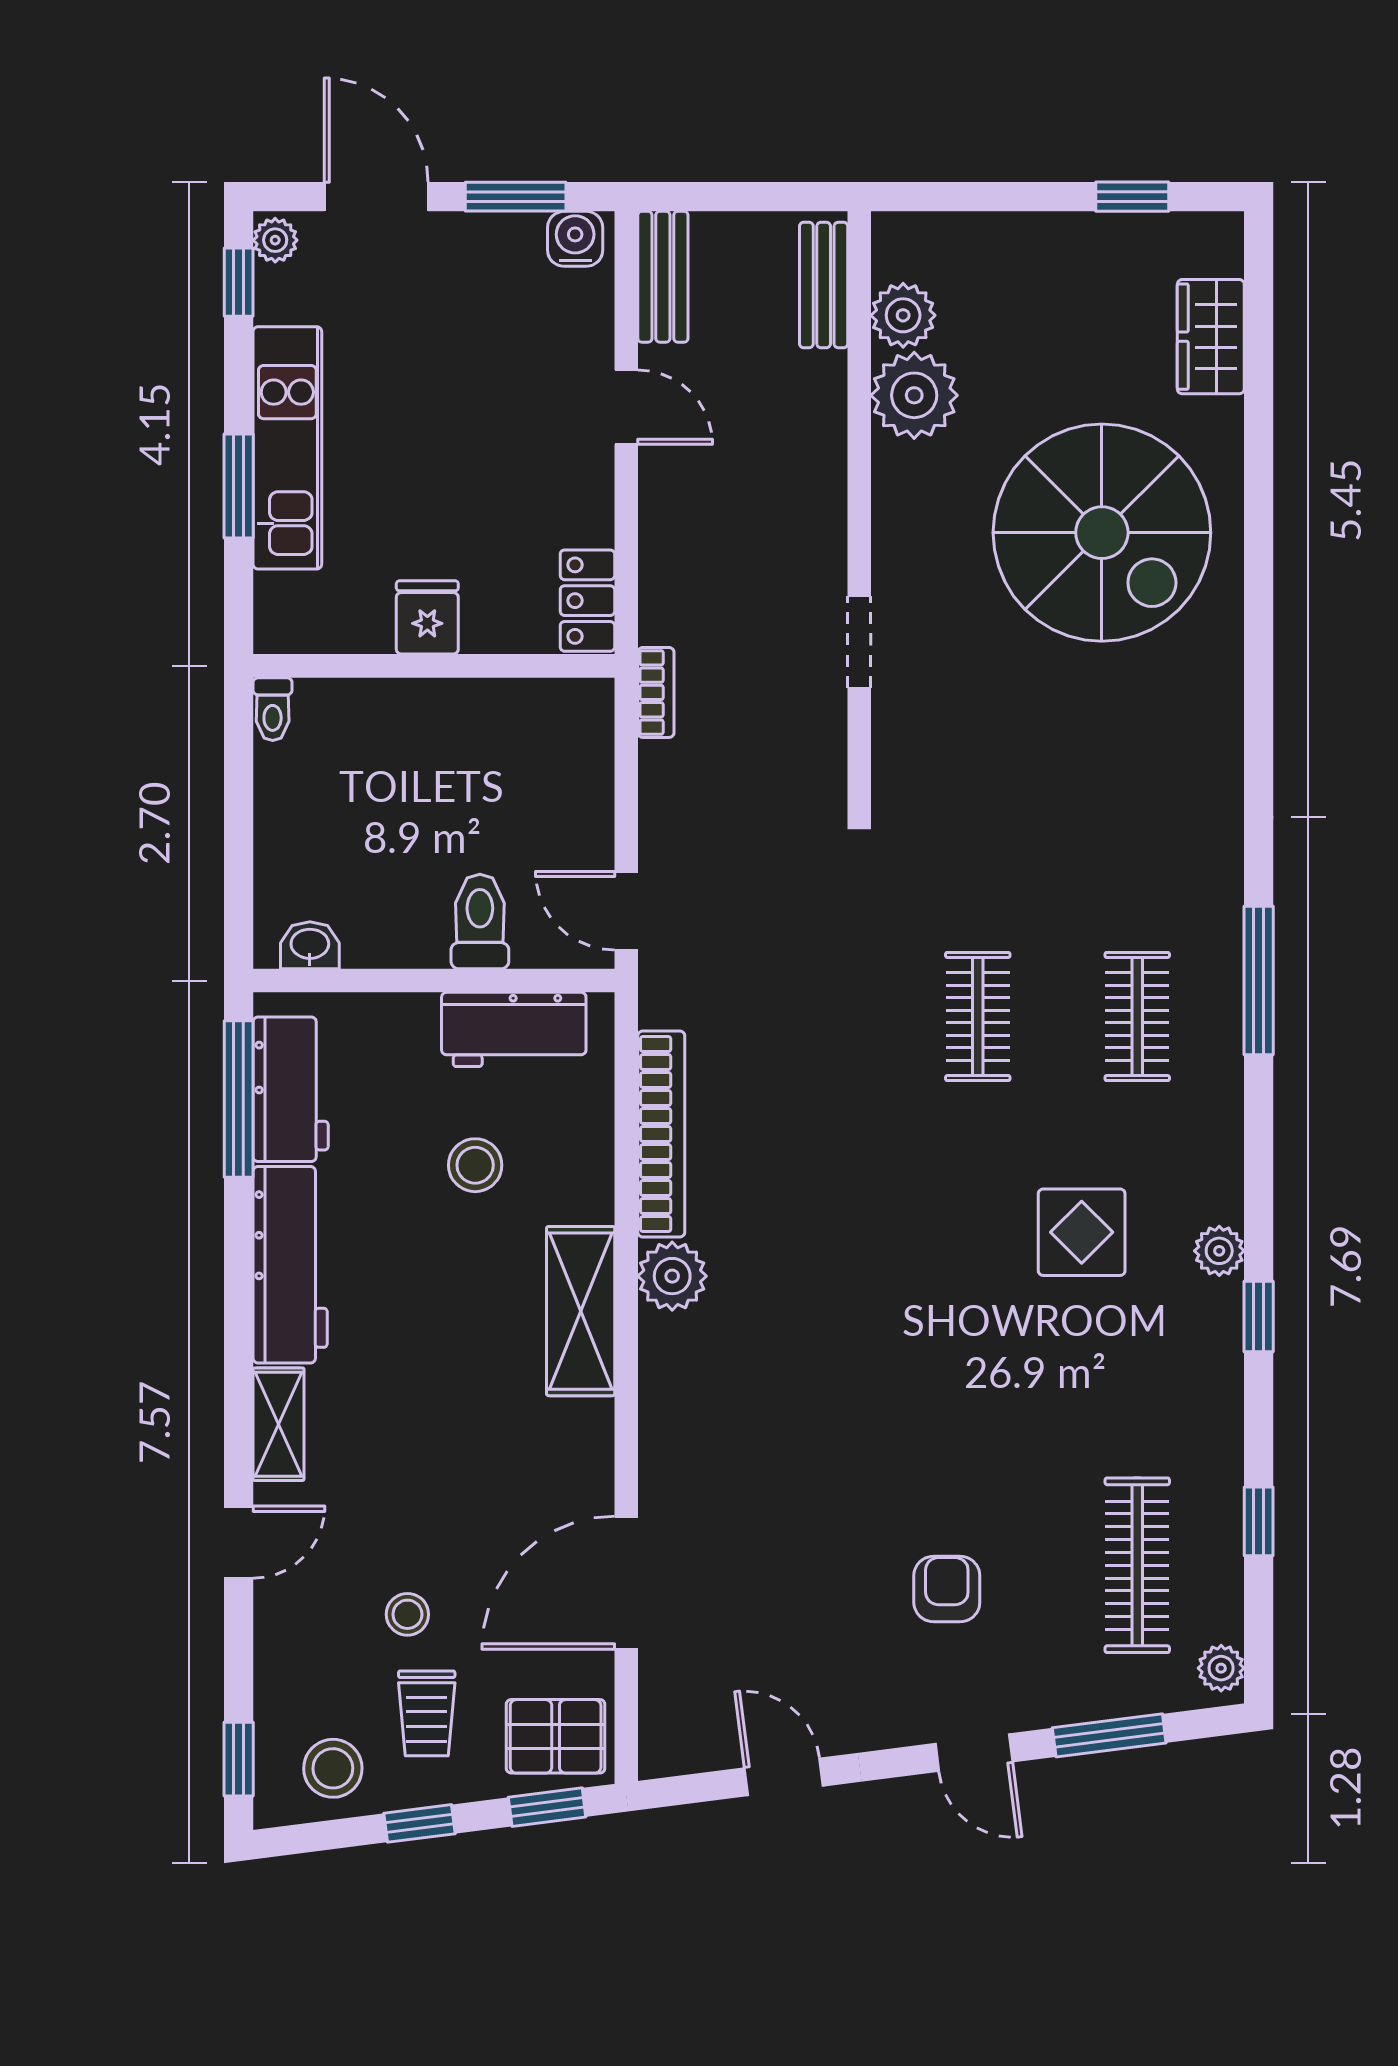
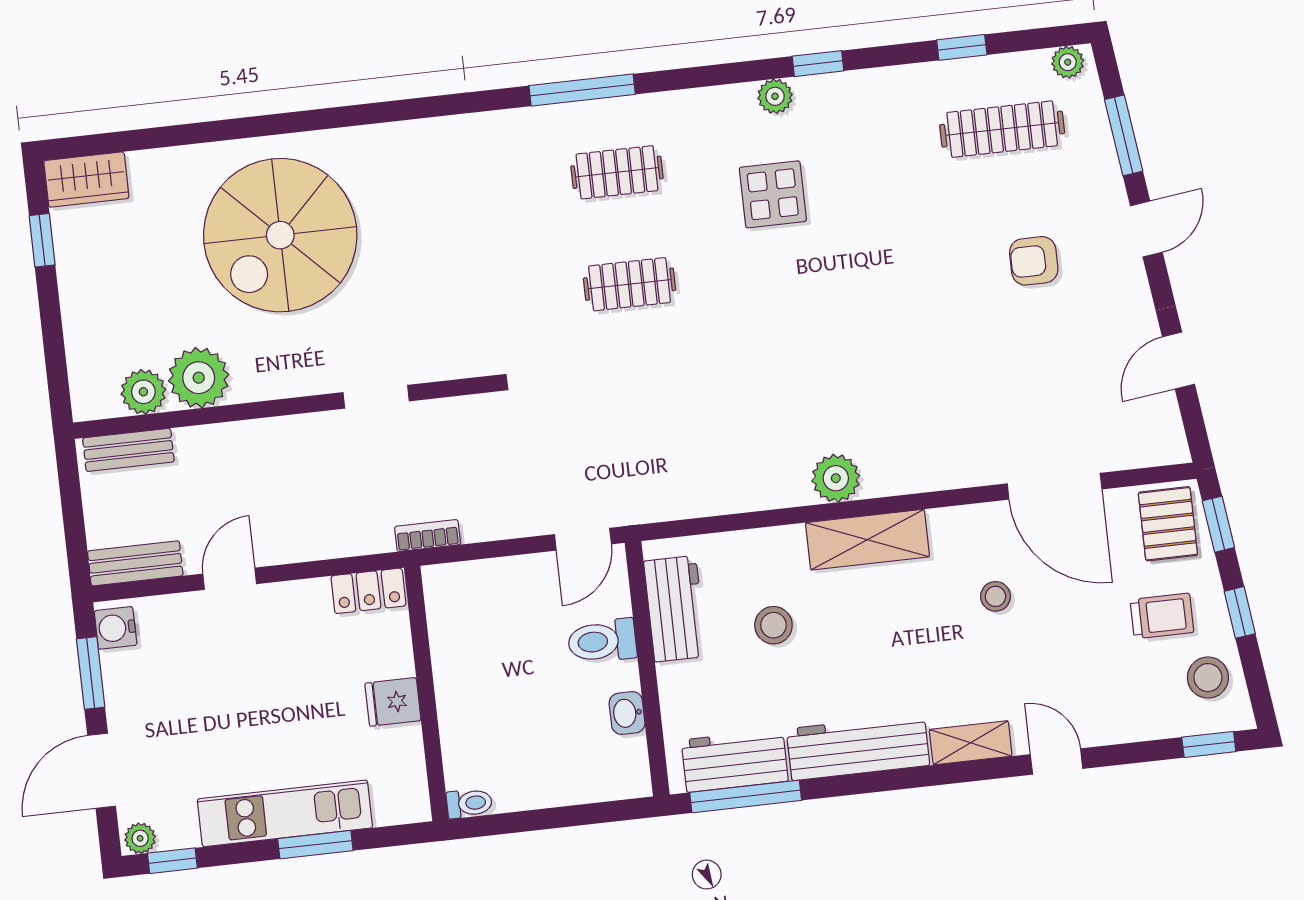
wardrobe: (1211, 337) -> (86, 180), moved
spiral stairs: (1102, 533) -> (280, 235), turned 180
washbasin: (310, 945) -> (627, 713), moved
bookcase: (661, 1134) -> (737, 497), removed
stool: (407, 1614) -> (995, 596), moved

